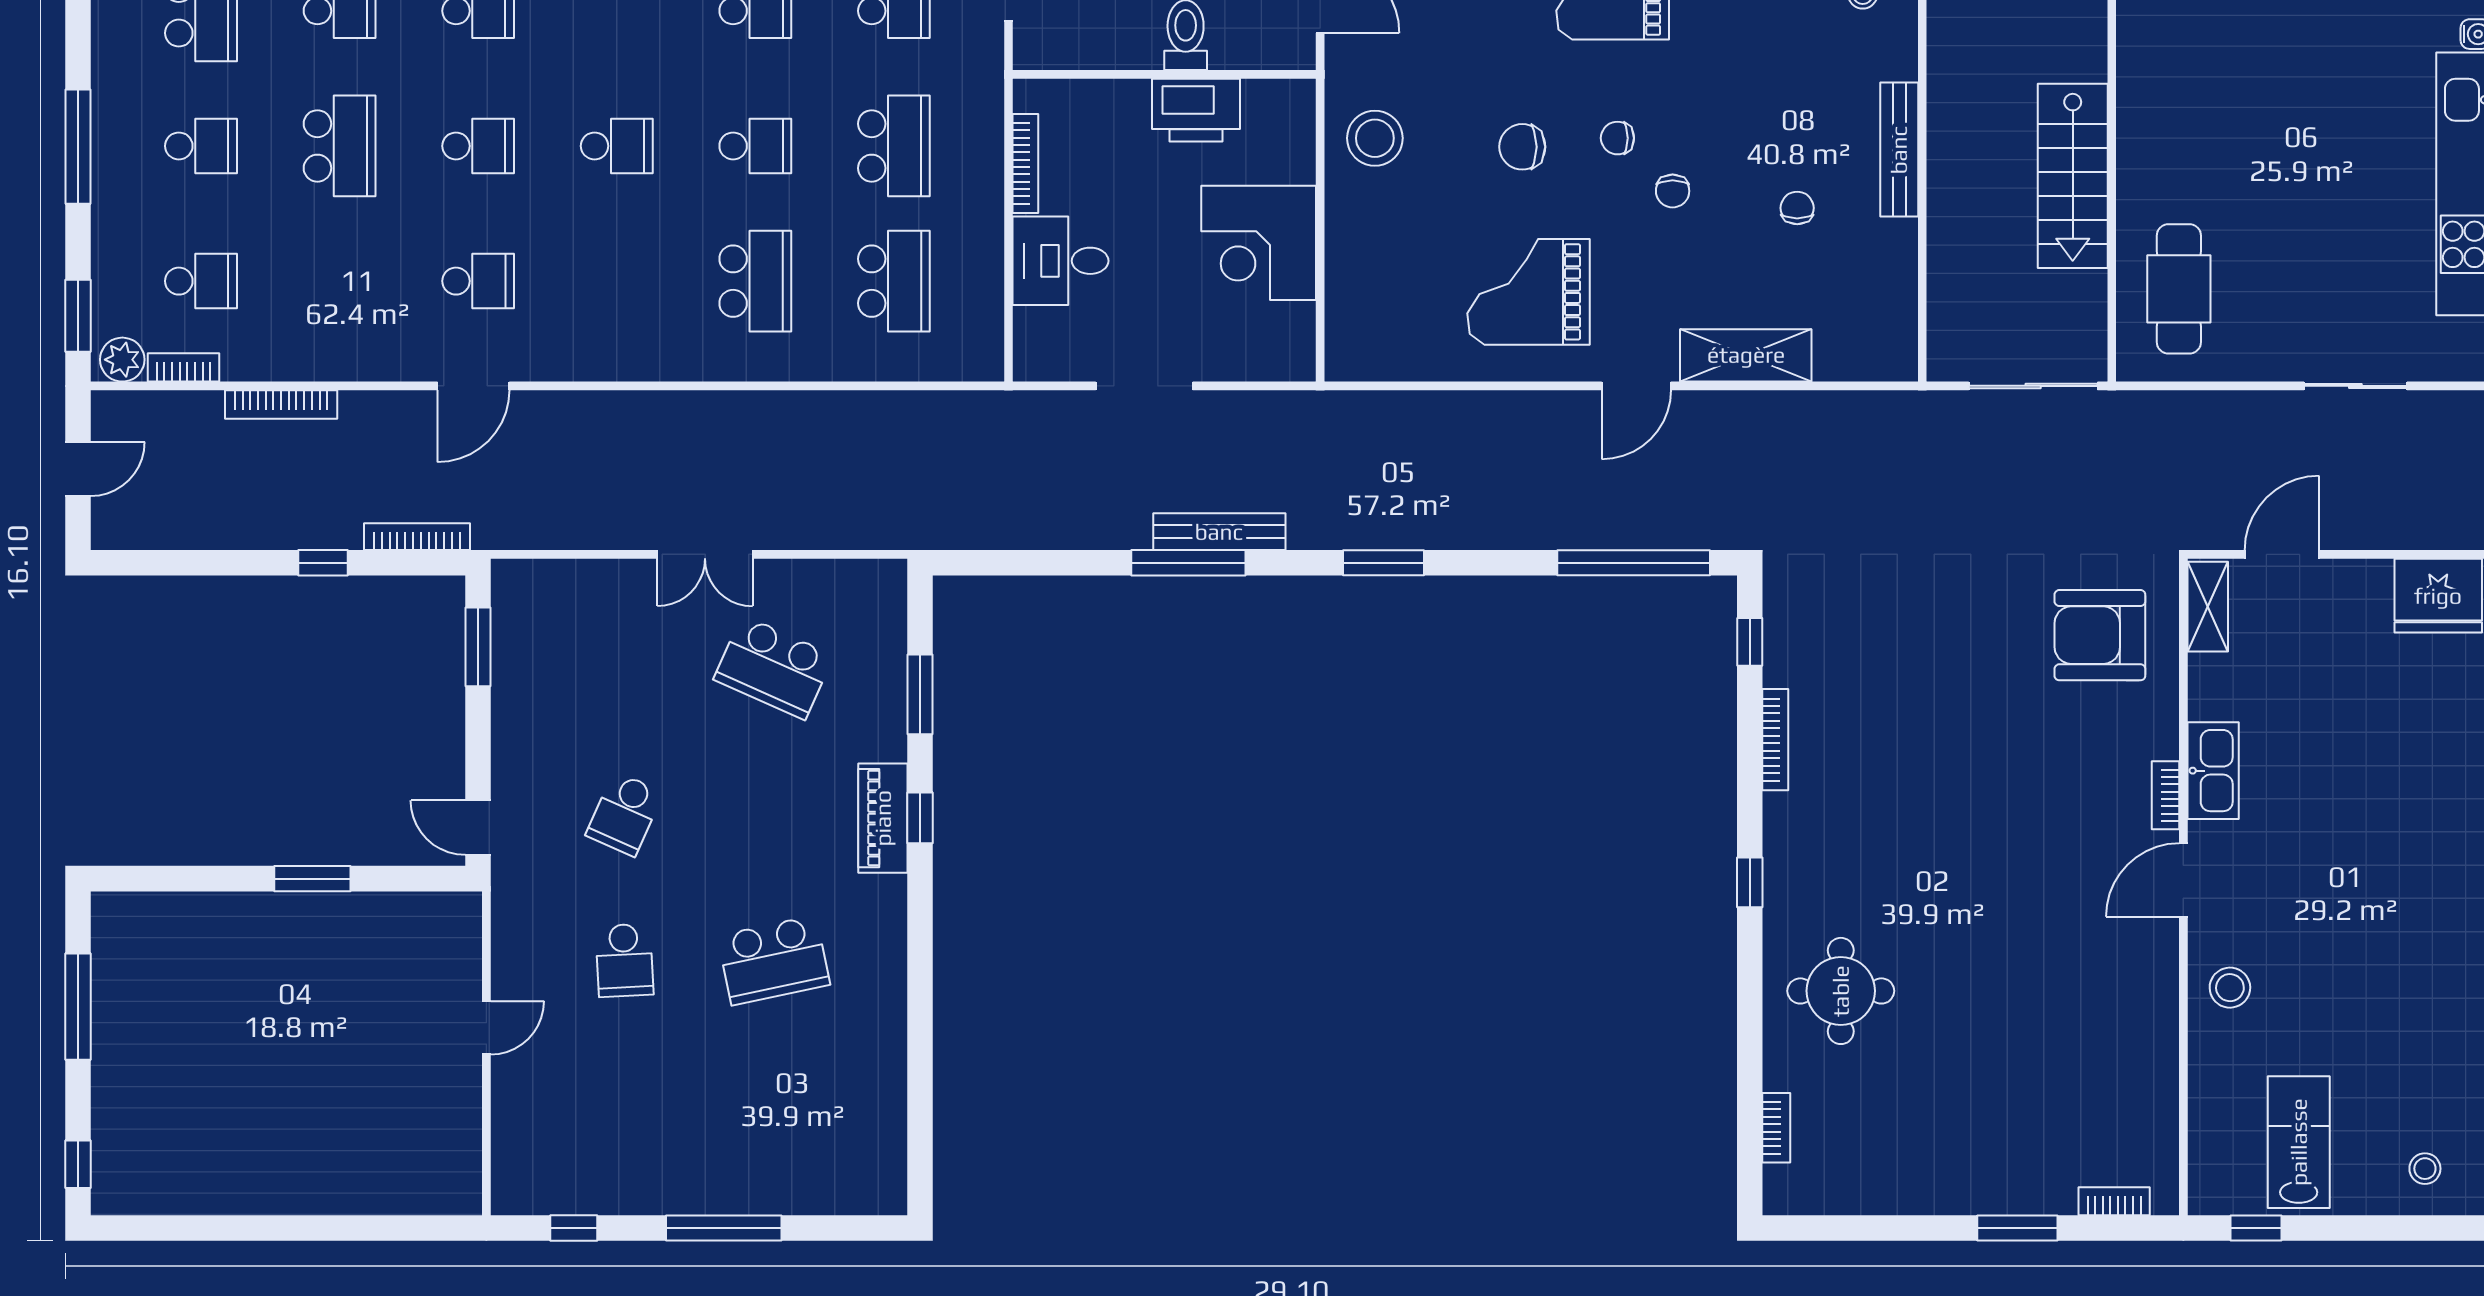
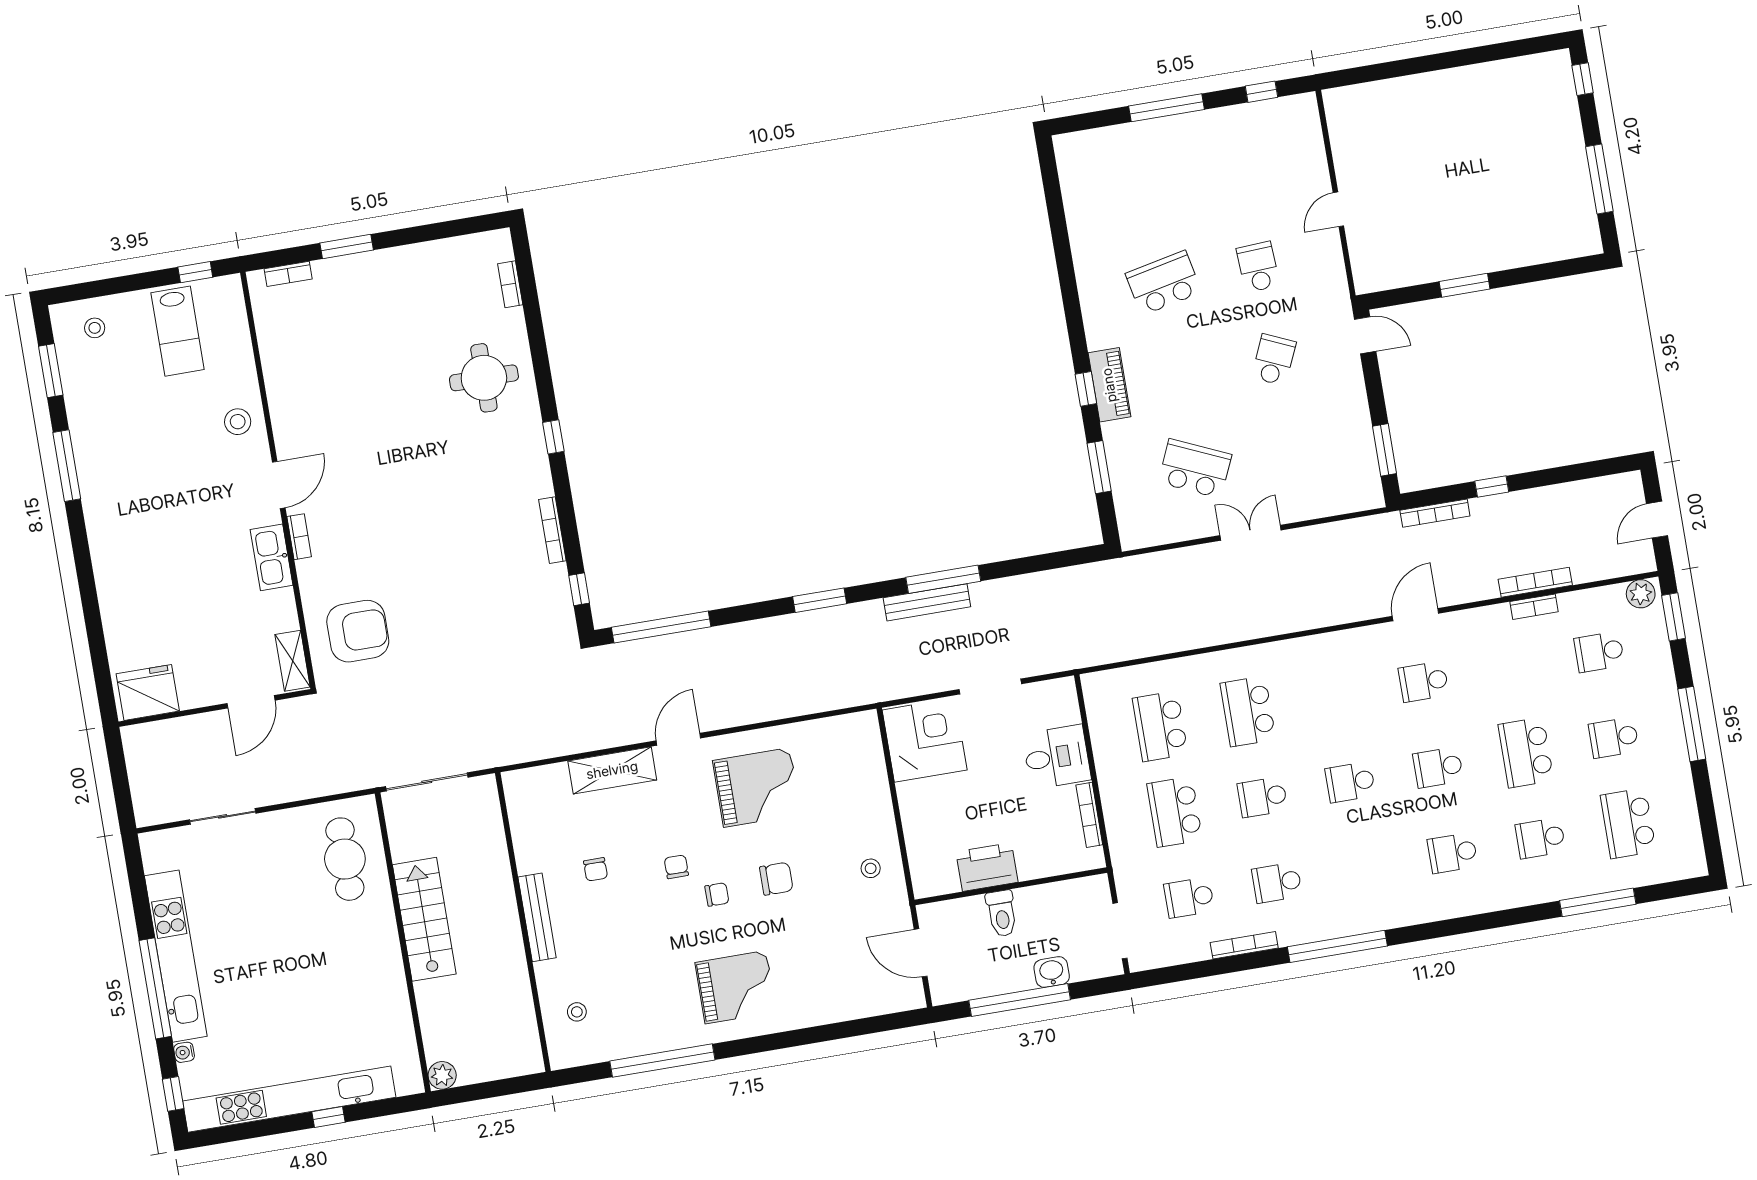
stool: (1375, 138) -> (871, 868), width x0.53, depth x0.53
corner desk: (1259, 243) -> (925, 740), moved
bookcase: (183, 367) -> (1534, 607), moved

